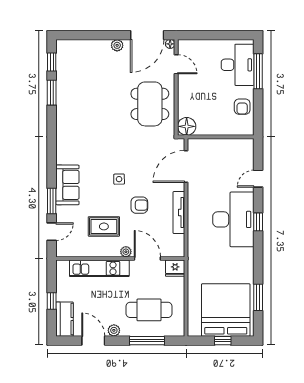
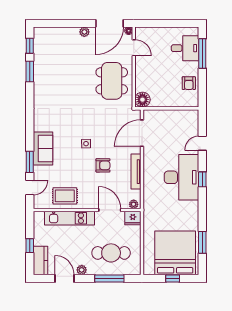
desk: (238, 65) -> (185, 48), width x0.73
rug: (104, 226) -> (65, 196), moved
plant: (126, 252) -> (134, 204), moved

